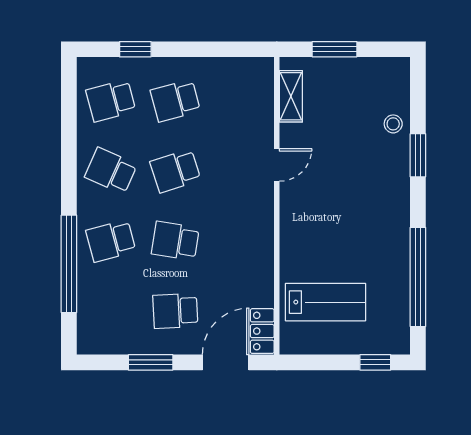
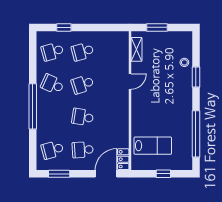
school desk: (111, 241) -> (52, 150), moved
window: (69, 264) -> (33, 106), moved
window: (151, 362) -> (59, 174), moved
window: (375, 362) -> (163, 174), moved

